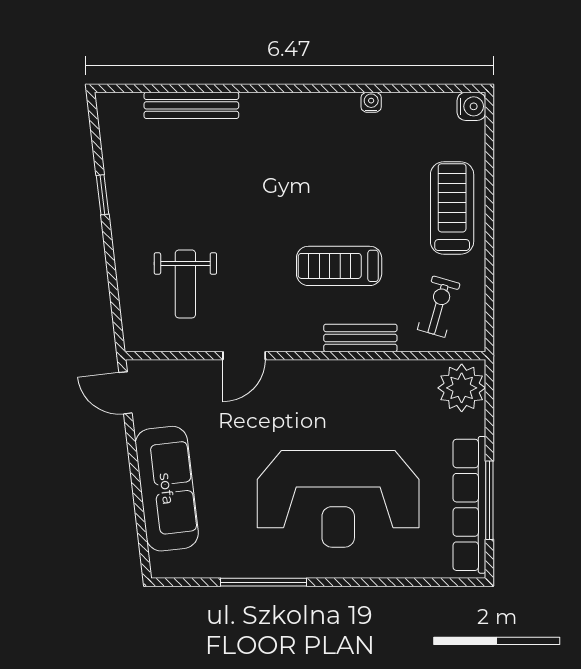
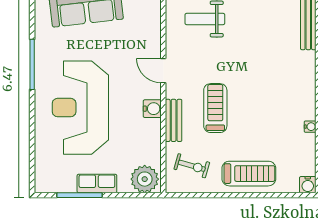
door: (244, 356) -> (163, 71), moved
water cooler: (340, 375) -> (152, 109), added
row of seats: (469, 505) -> (97, 183), width x0.50

